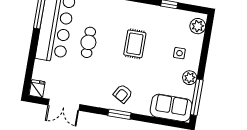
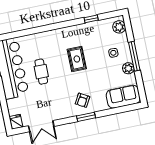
window: (197, 97) -> (134, 56), moved

